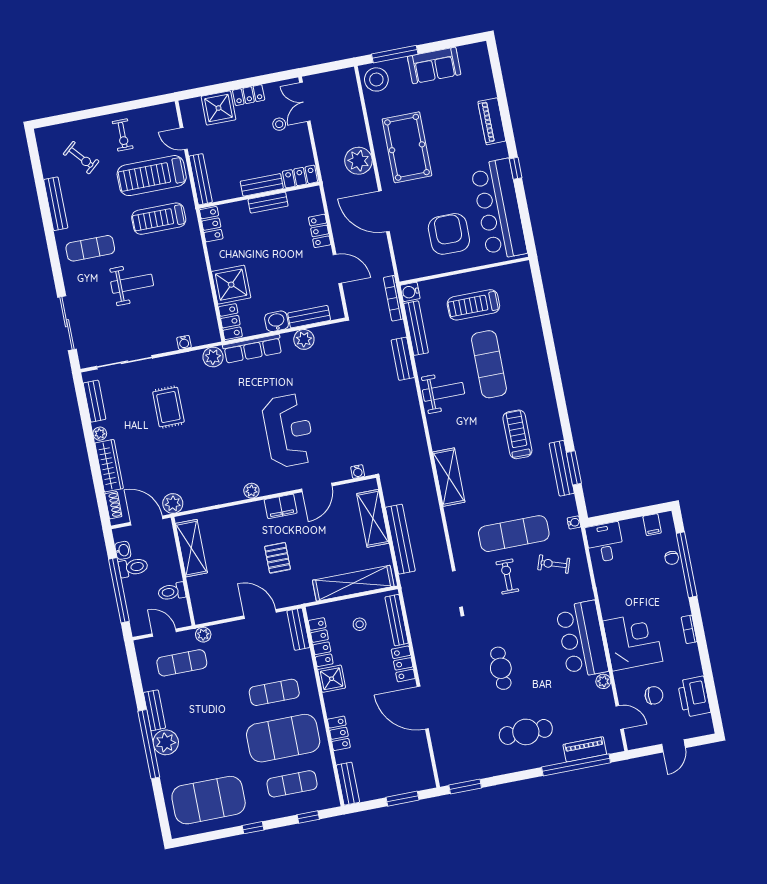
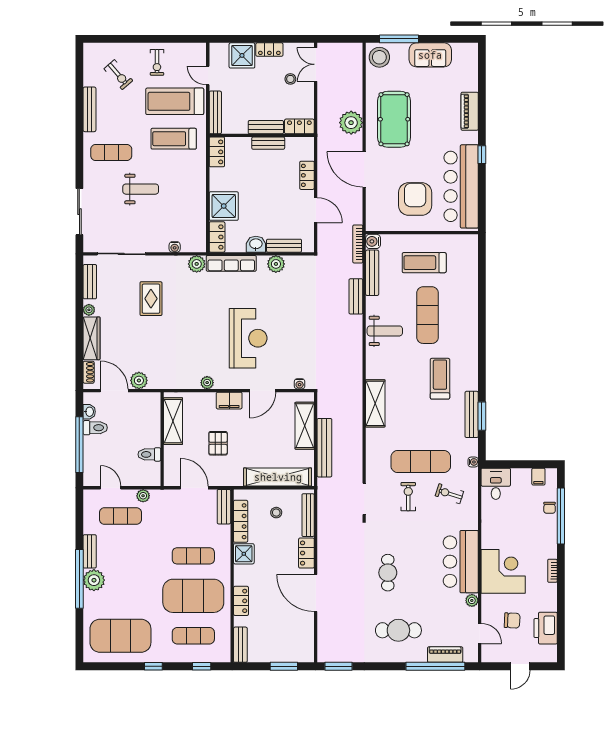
shelving: (191, 548) -> (173, 421), moved
wall: (183, 571) -> (162, 439), moved
toilet: (172, 592) -> (149, 454), moved

